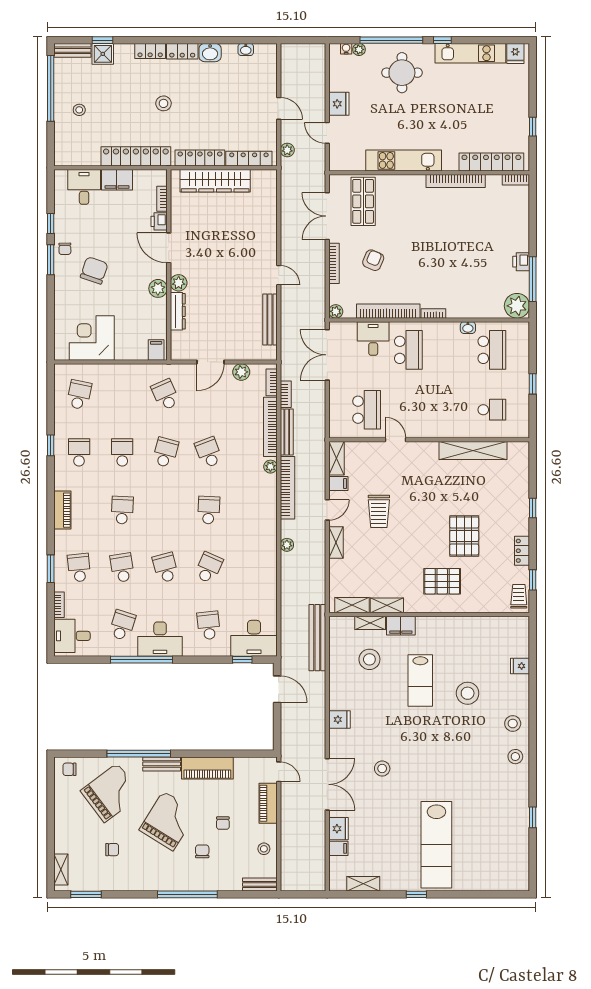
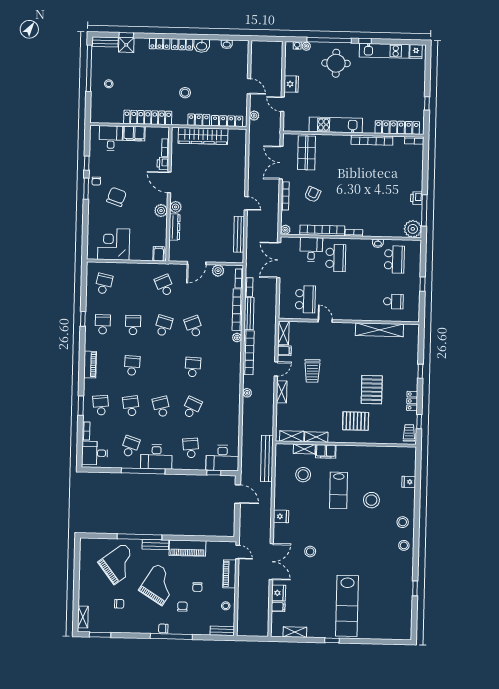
stool: (163, 103) -> (185, 93), moved
locker: (200, 158) -> (199, 120), width x0.66
chair: (69, 769) -> (163, 628), moved

